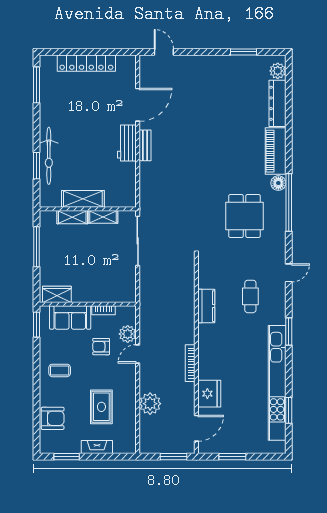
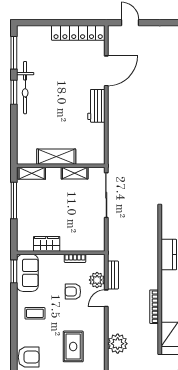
locker: (86, 63) -> (78, 33), moved
bench: (145, 145) -> (113, 275), moved
bicycle: (49, 156) -> (25, 88), moved
window: (37, 166) -> (14, 92), moved
shelving: (72, 217) -> (32, 173), moved
wardrobe: (57, 294) -> (47, 244), moved
sofa: (70, 317) -> (27, 273), moved, turned -90

